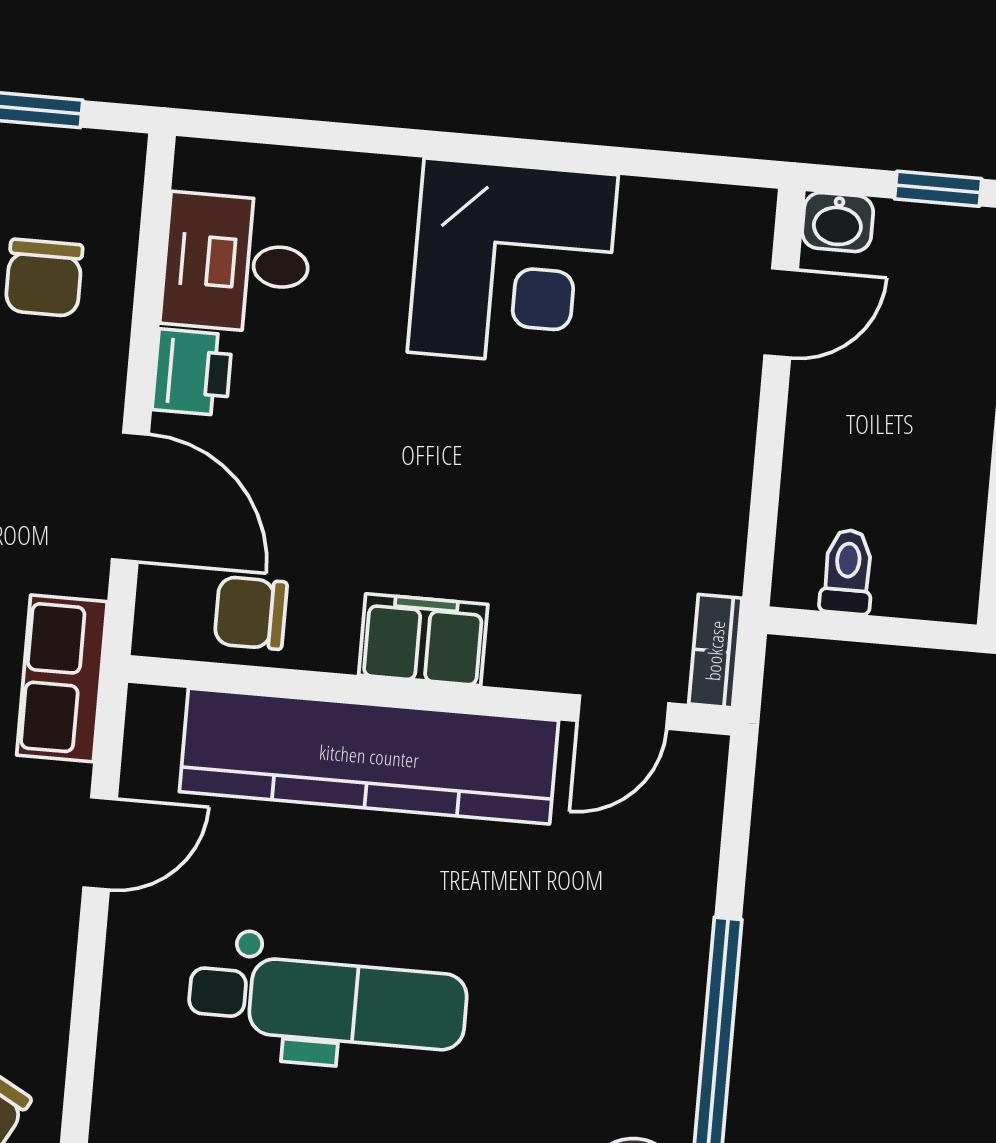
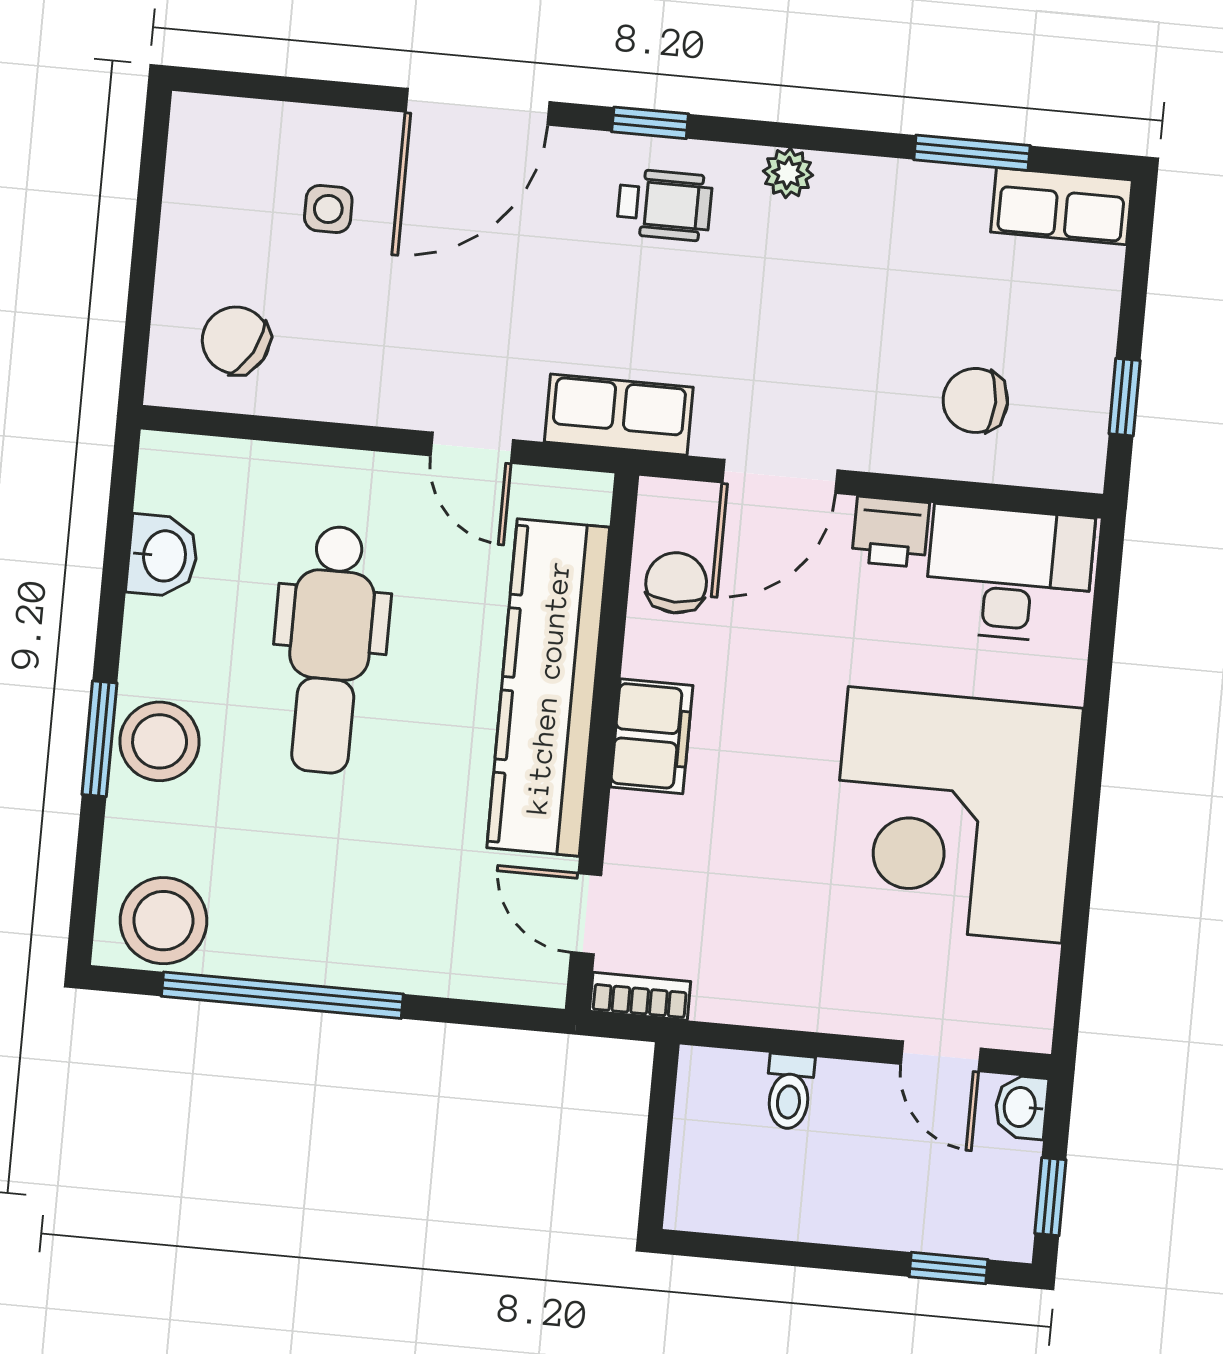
desk: (237, 263) -> (1009, 574), width x1.37
corner desk: (513, 263) -> (955, 815), width x1.36, depth x1.36
toilet: (847, 572) -> (789, 1092), moved, turned 90

